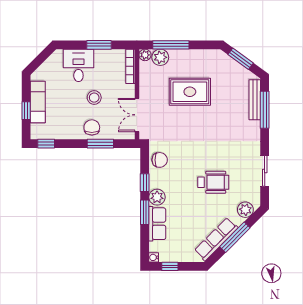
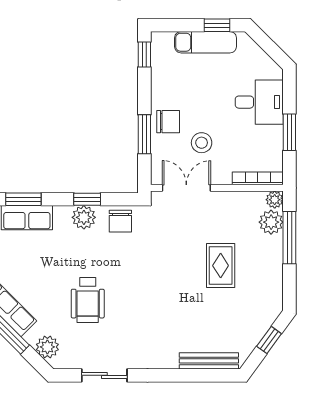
window: (241, 59) -> (269, 340), width x0.67
rug: (190, 92) -> (221, 266), width x0.73, depth x0.70
stool: (94, 98) -> (202, 143), moved
window: (265, 110) -> (194, 375), removed
window: (26, 111) -> (217, 25), moved
plant: (157, 197) -> (84, 217), moved
window: (145, 212) -> (23, 199), moved

